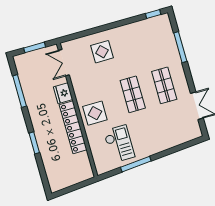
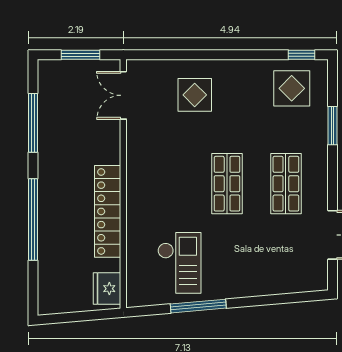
window: (180, 47) -> (332, 126), width x0.69
fridge: (63, 93) -> (107, 289), moved
display table: (95, 113) -> (292, 88), moved
window: (34, 143) -> (33, 220), width x2.11

